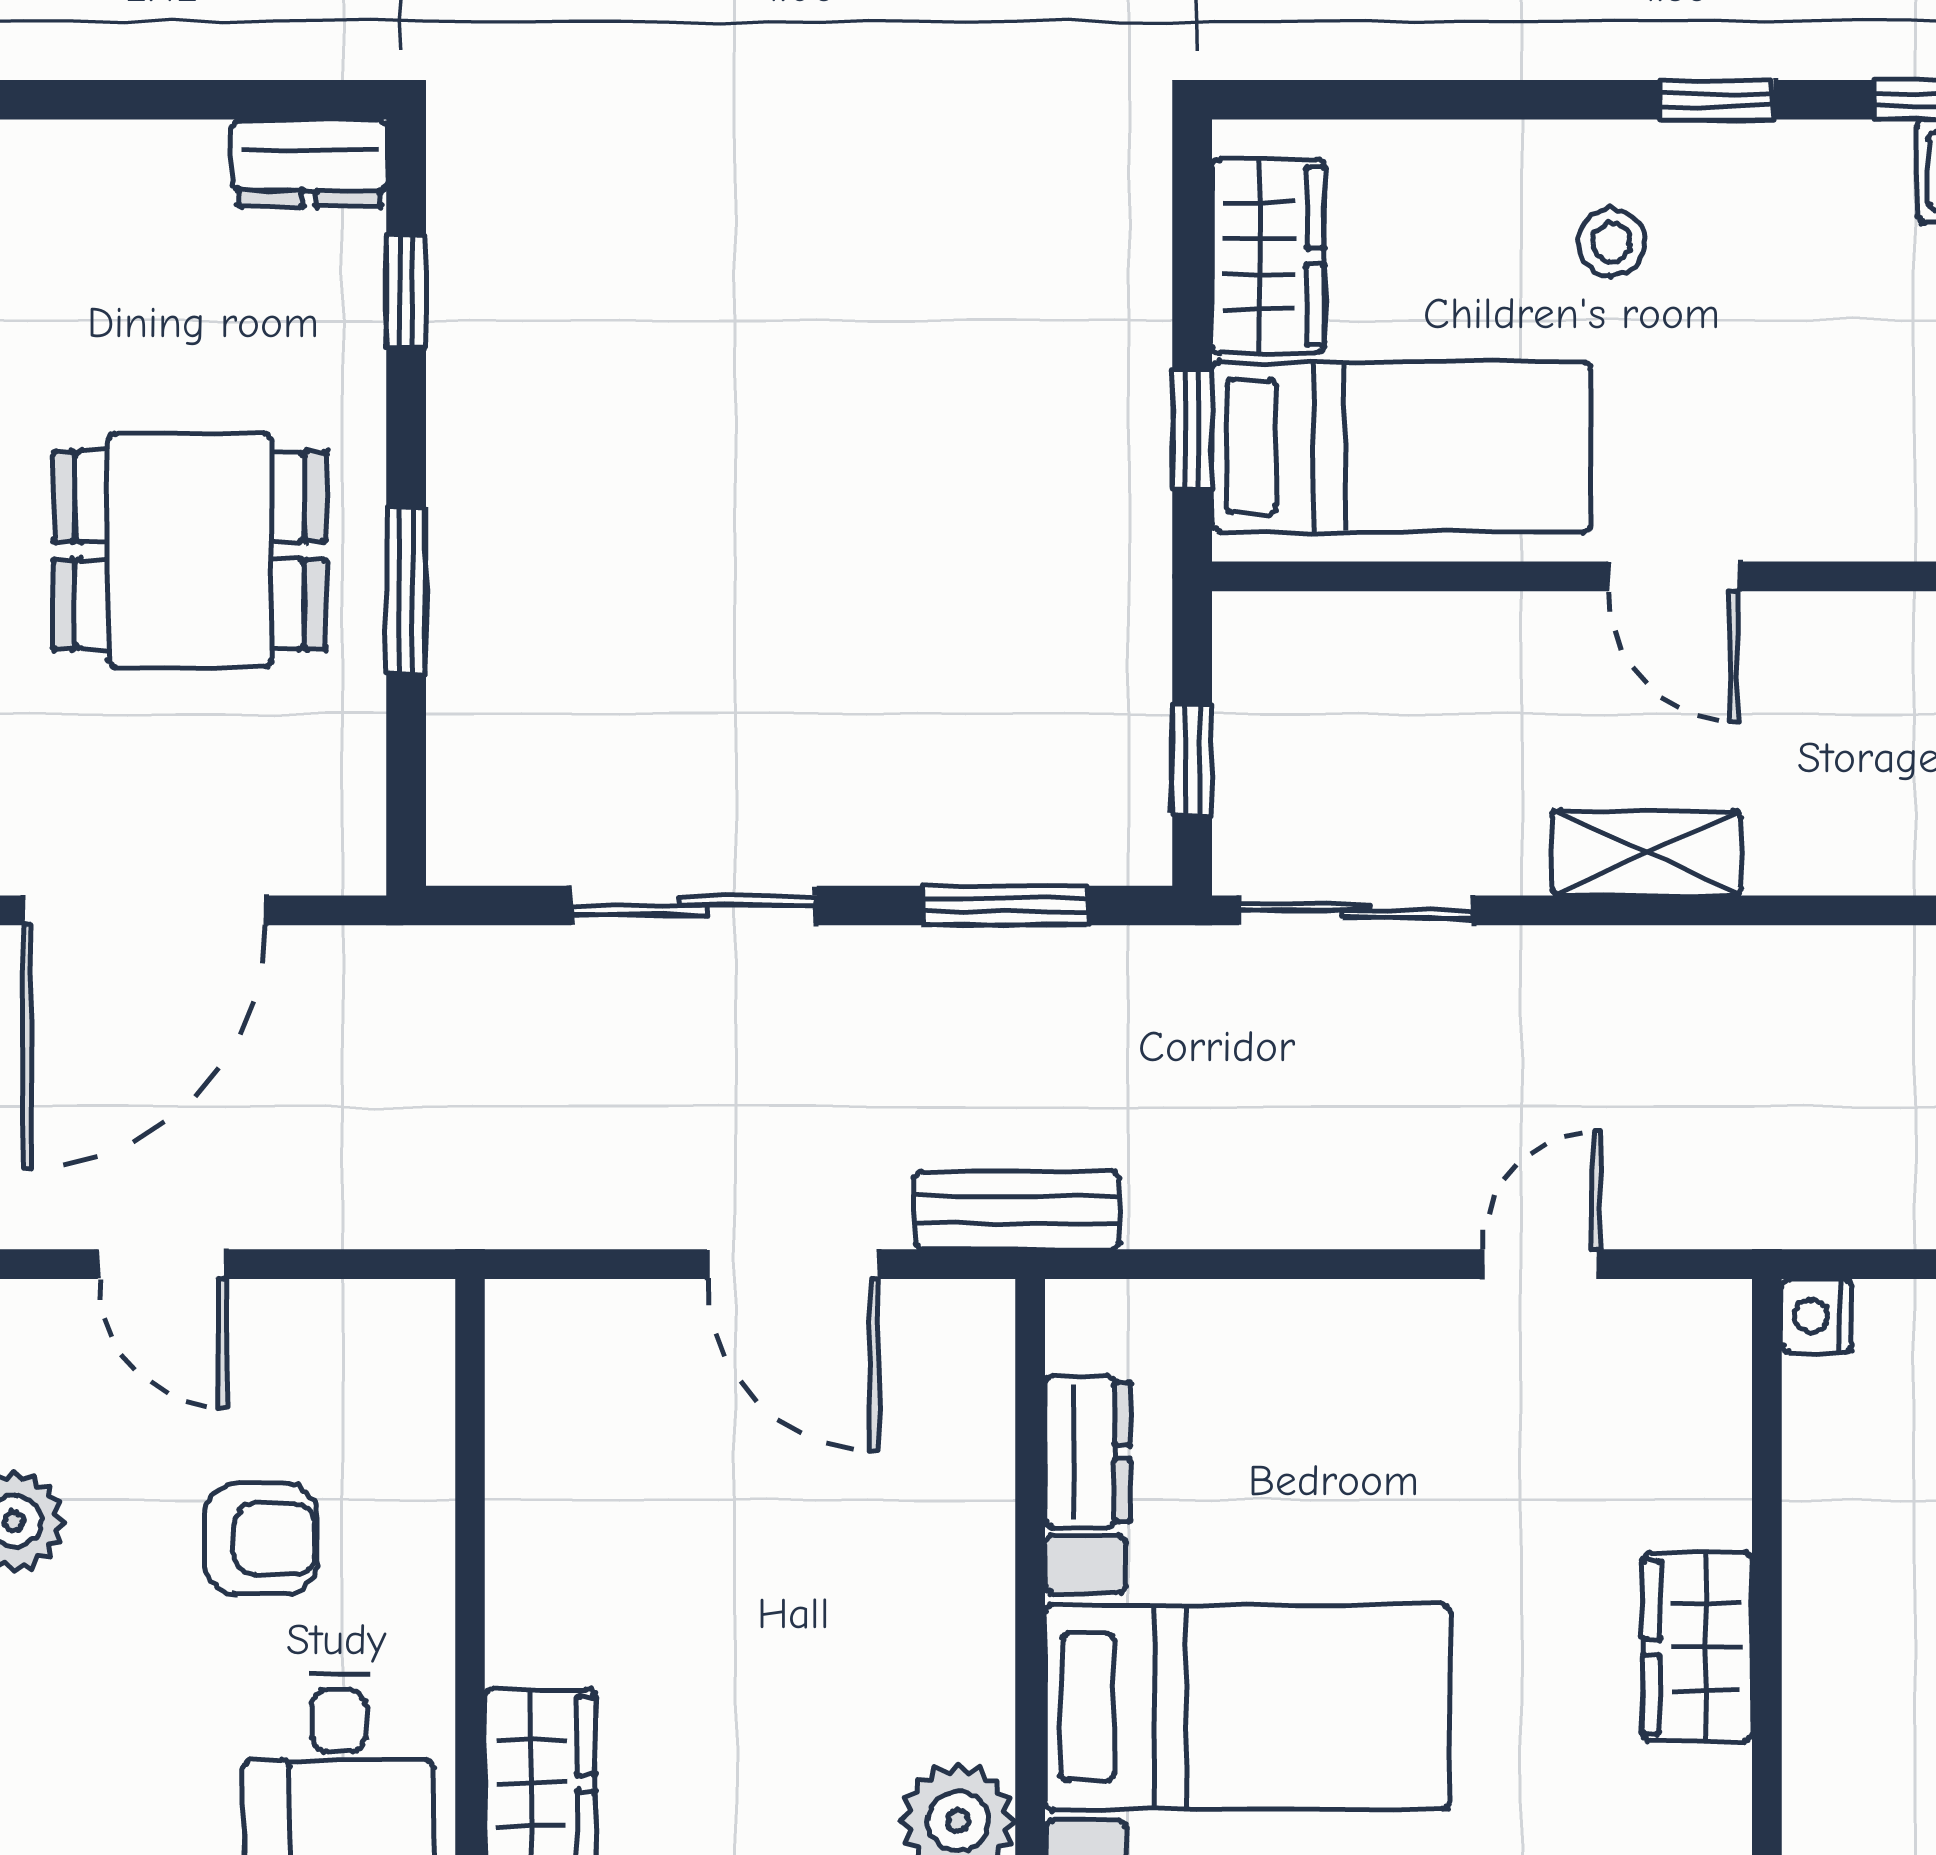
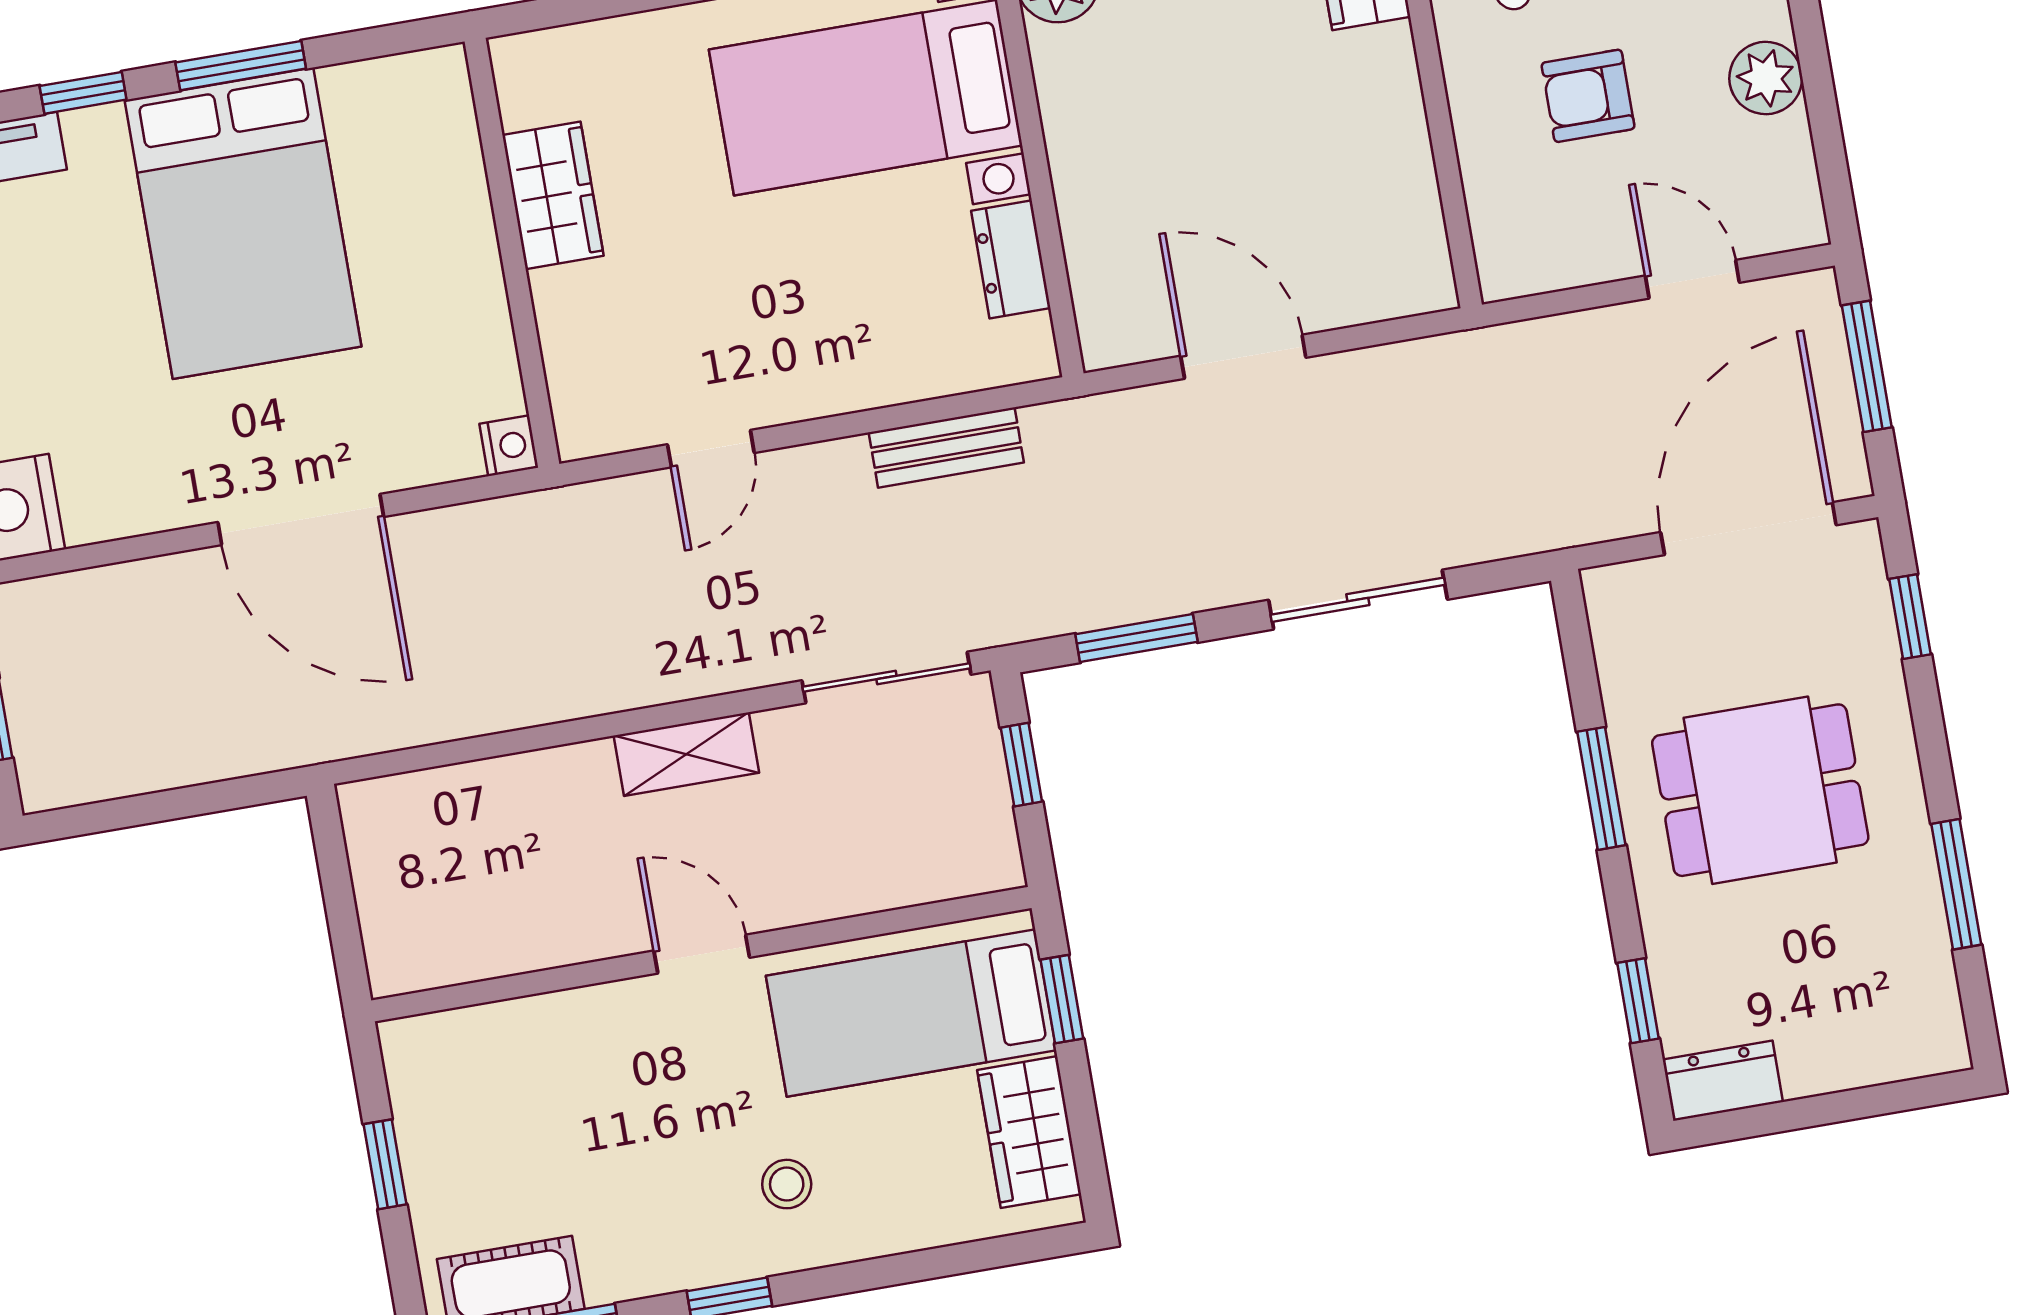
bench: (1017, 1210) -> (946, 447), moved

